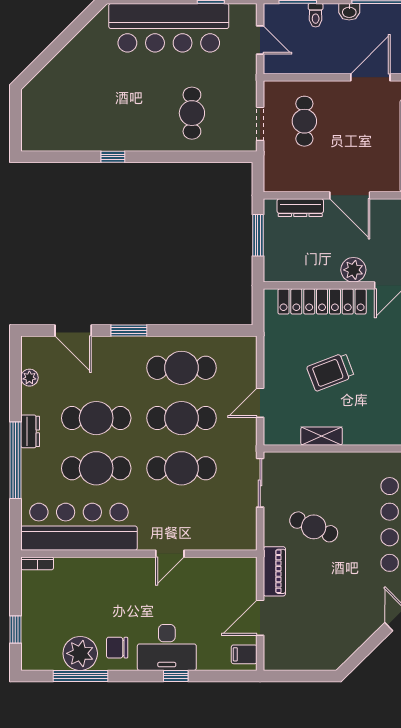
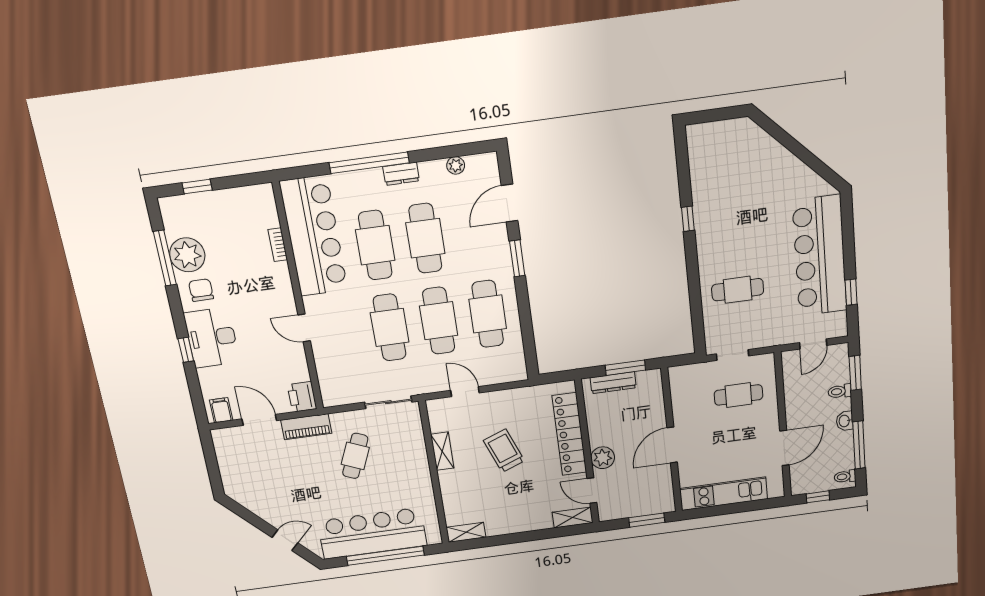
door: (370, 77) -> (784, 448), hinge flipped
dresser: (300, 208) -> (613, 383), moved, turned -90
bookcase: (37, 563) -> (278, 245), moved
printer: (242, 569) -> (302, 397), added

